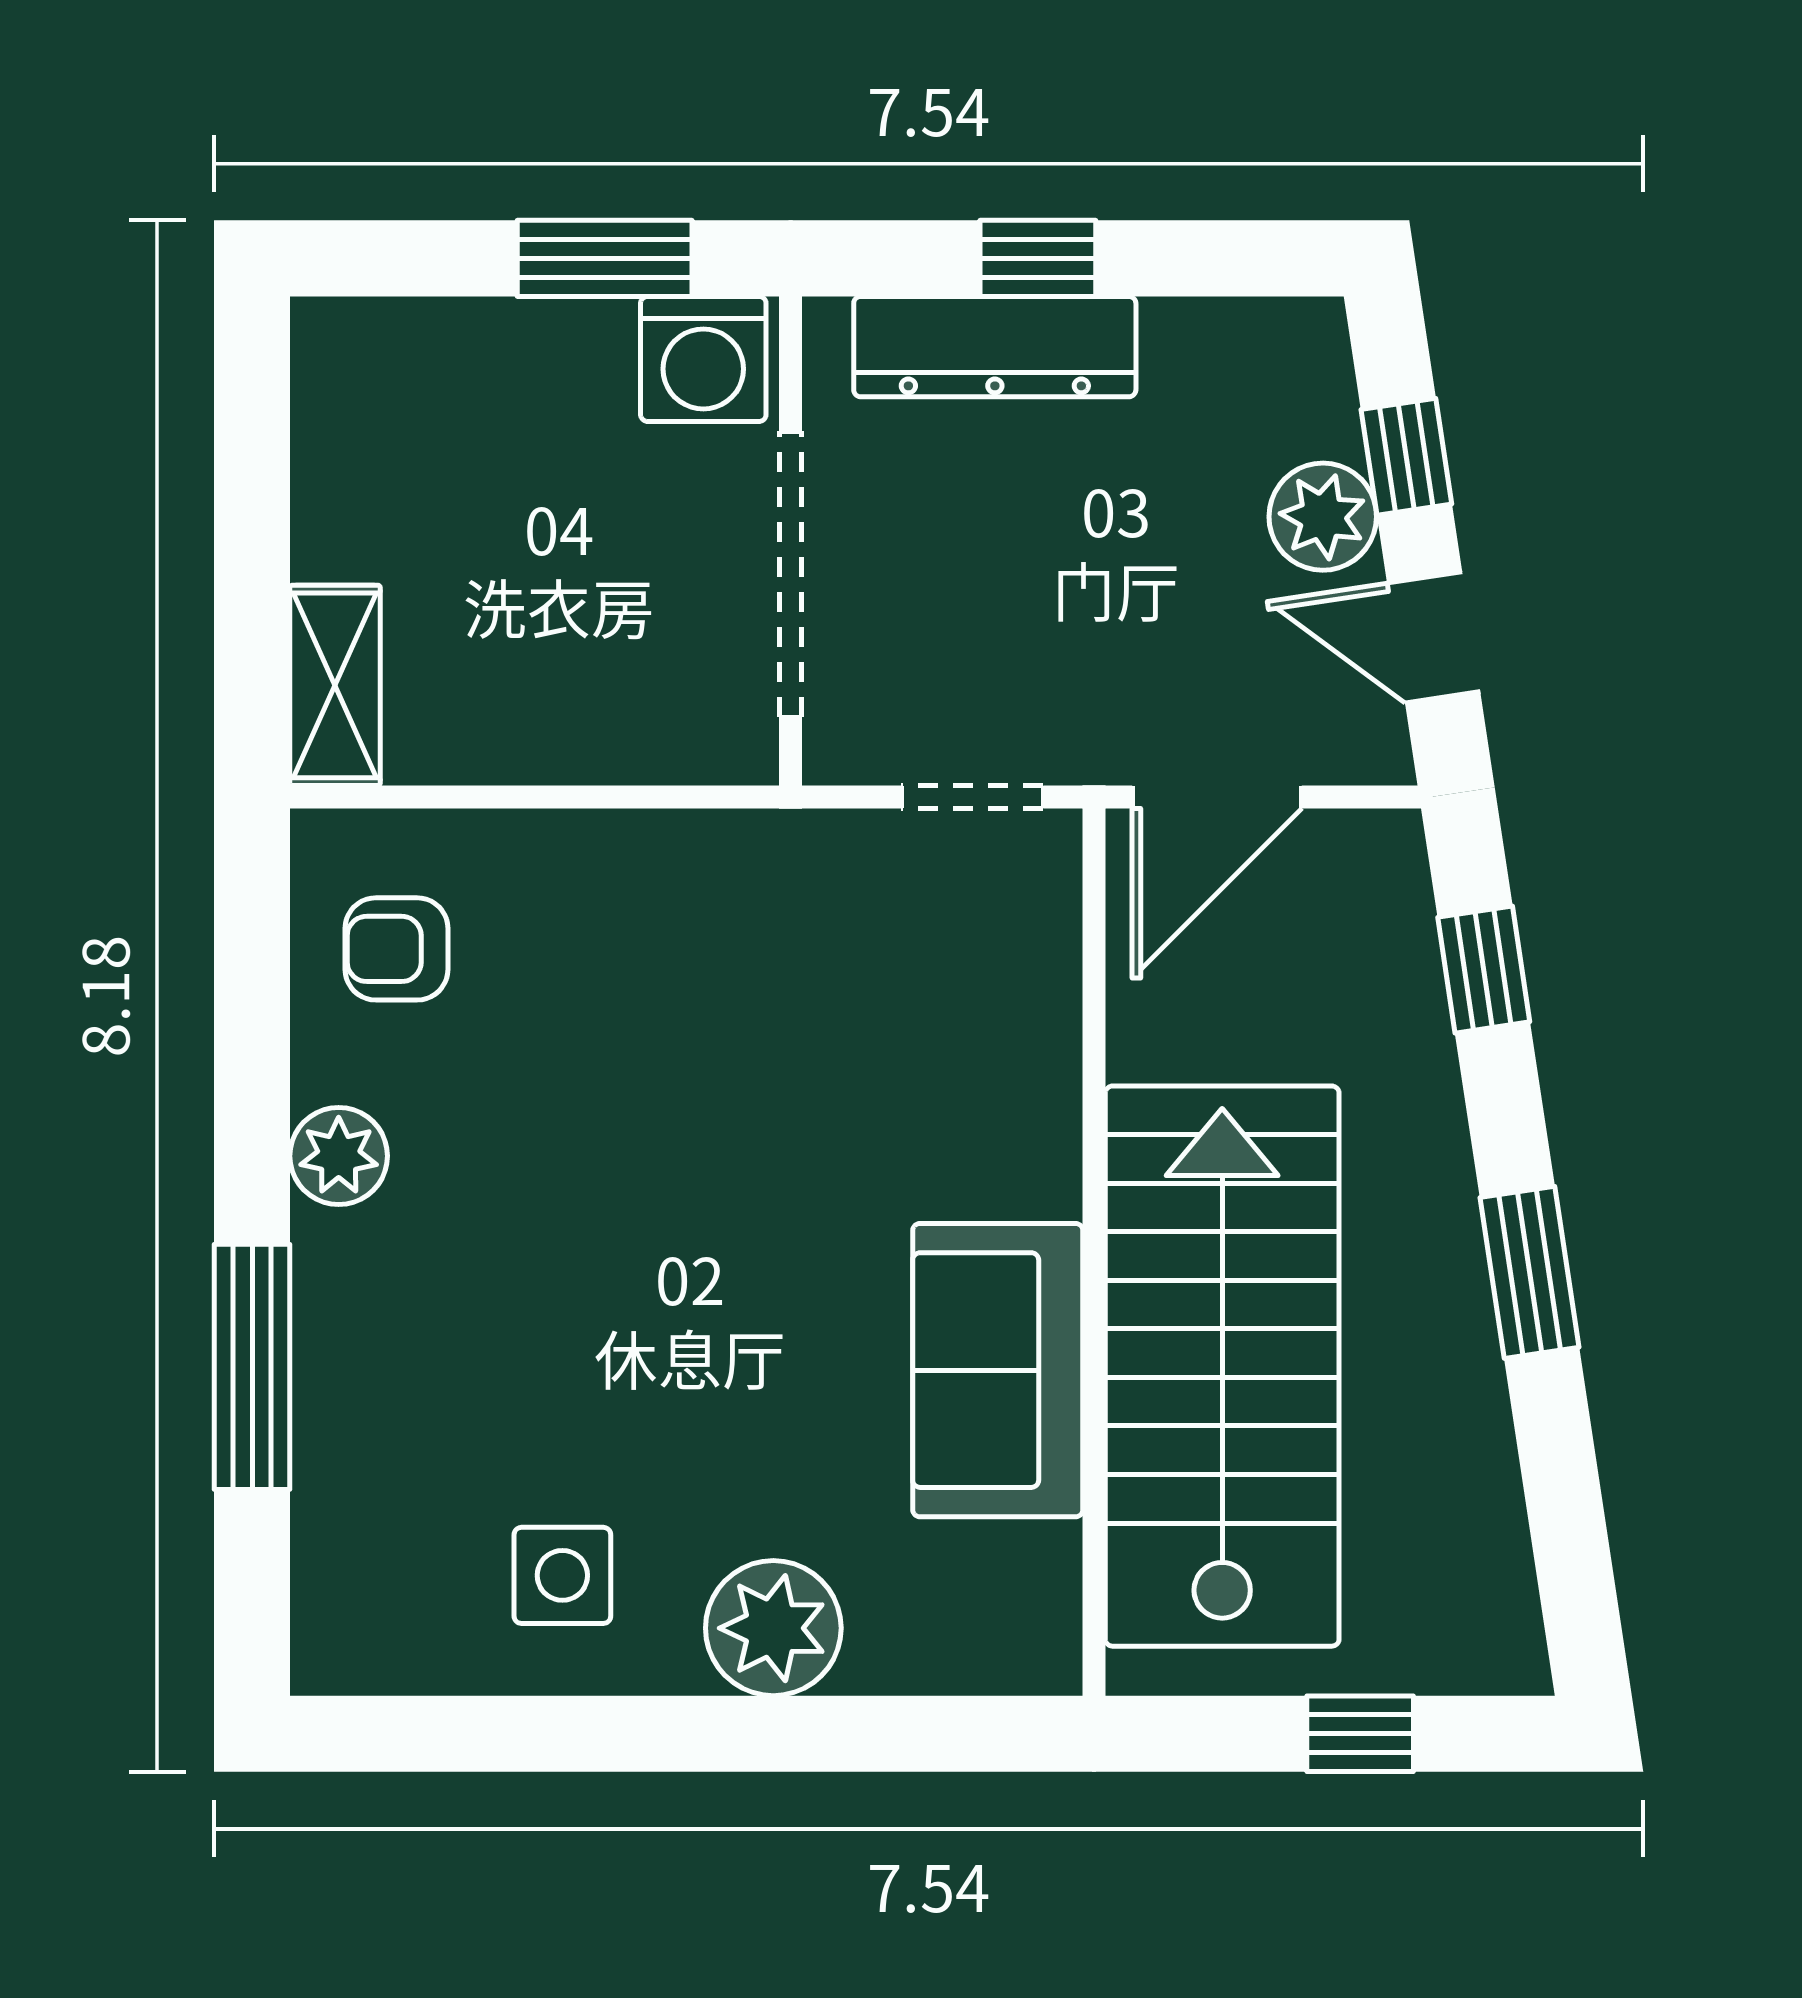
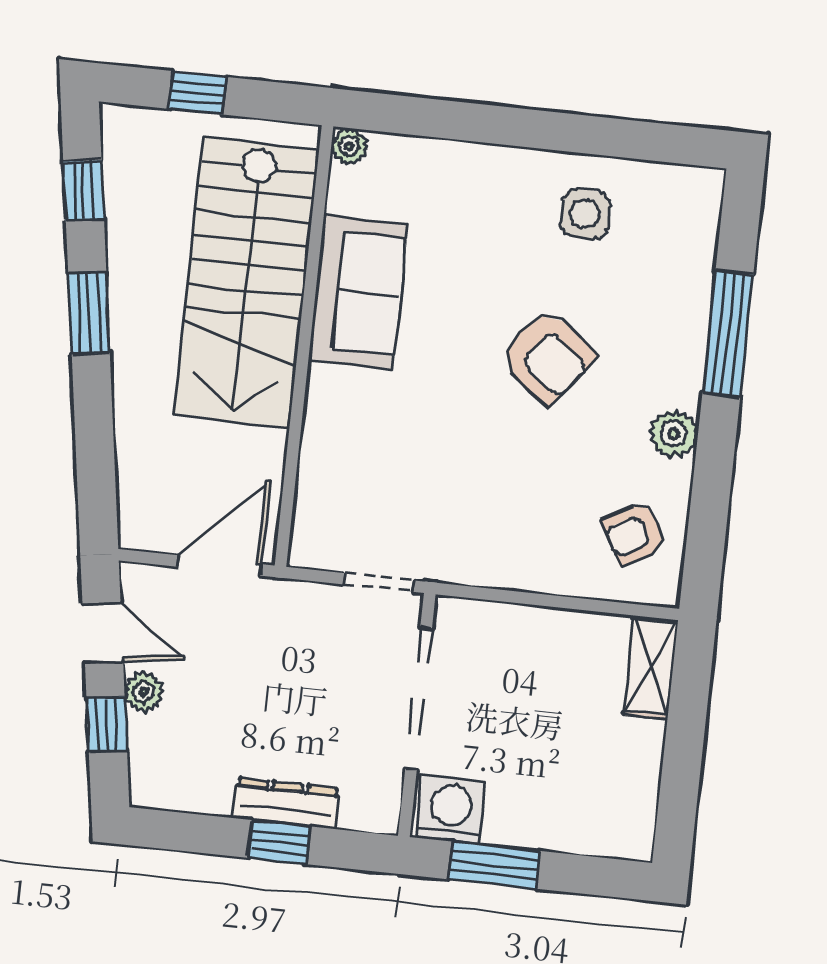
dresser: (995, 347) -> (286, 804), width x0.73, depth x0.80
plant: (1323, 517) -> (144, 692), width x0.73, depth x0.73
doorway: (972, 797) -> (379, 582), moved
armchair: (396, 949) -> (634, 533), turned 151
window: (1484, 970) -> (84, 190), moved
armchair: (606, 1282) -> (548, 357), added
plant: (773, 1628) -> (349, 146), moved, width x0.53, depth x0.53

